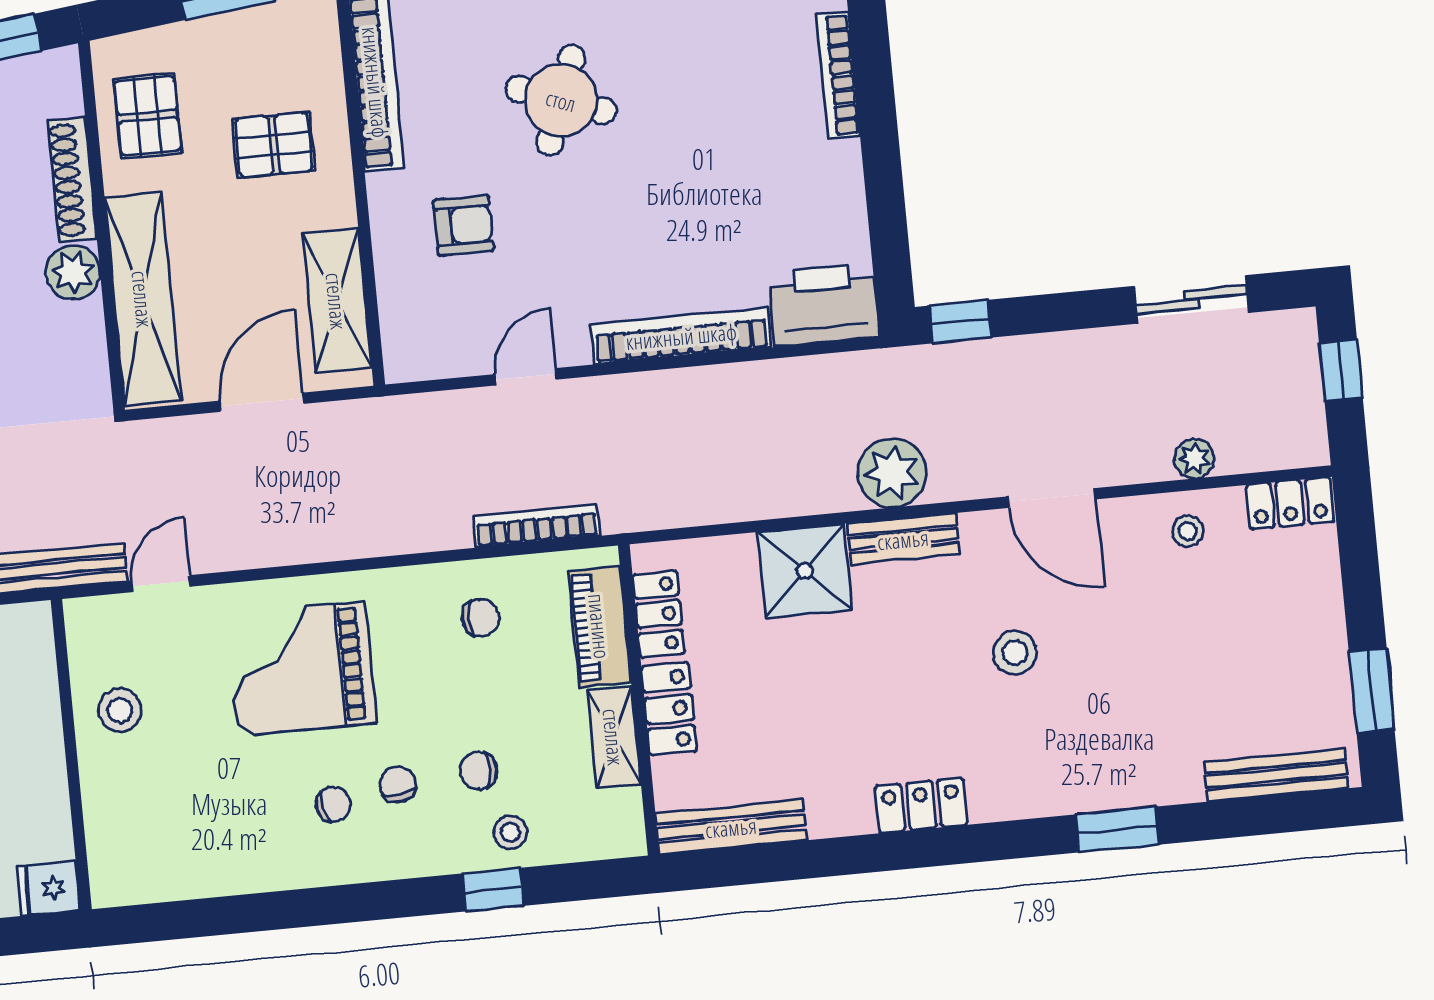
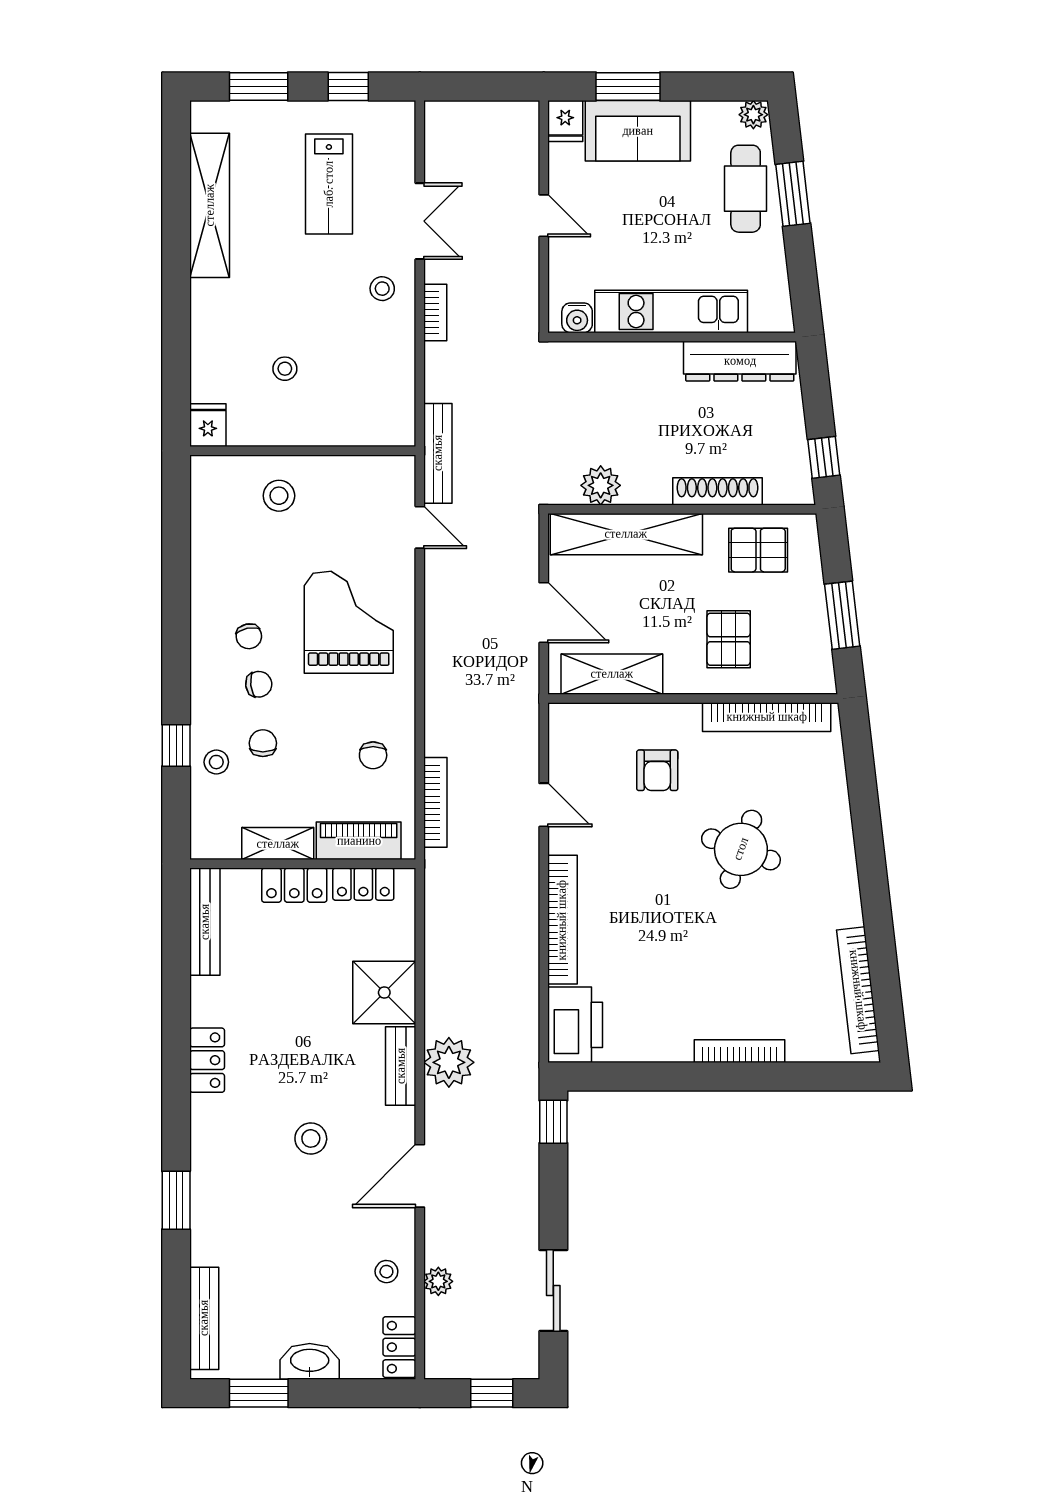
plant: (73, 272) -> (601, 485), moved
washbasin: (1321, 625) -> (310, 1361), added
stool: (120, 710) -> (279, 496), moved

